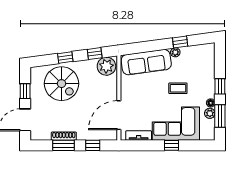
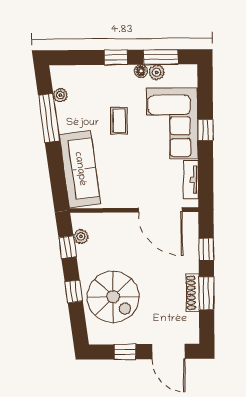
window: (180, 42) -> (49, 118), width x2.17
plant: (175, 52) -> (60, 95), moved
plant: (106, 66) -> (81, 236), width x0.53, depth x0.53
spiral stairs: (62, 84) -> (113, 297), turned 90

